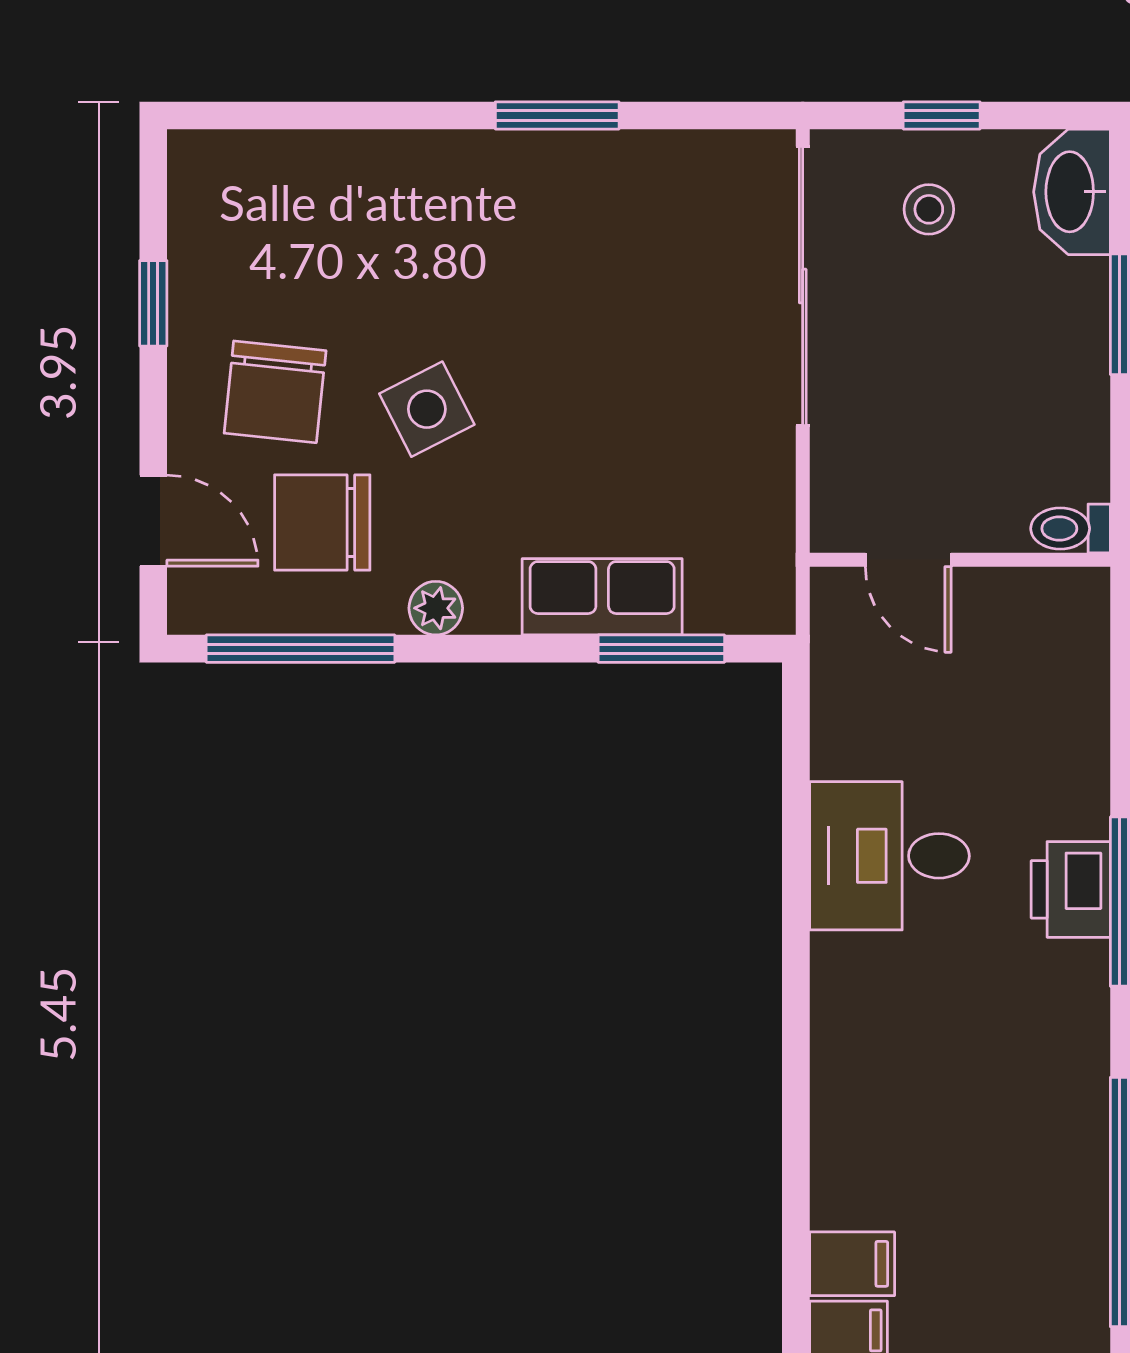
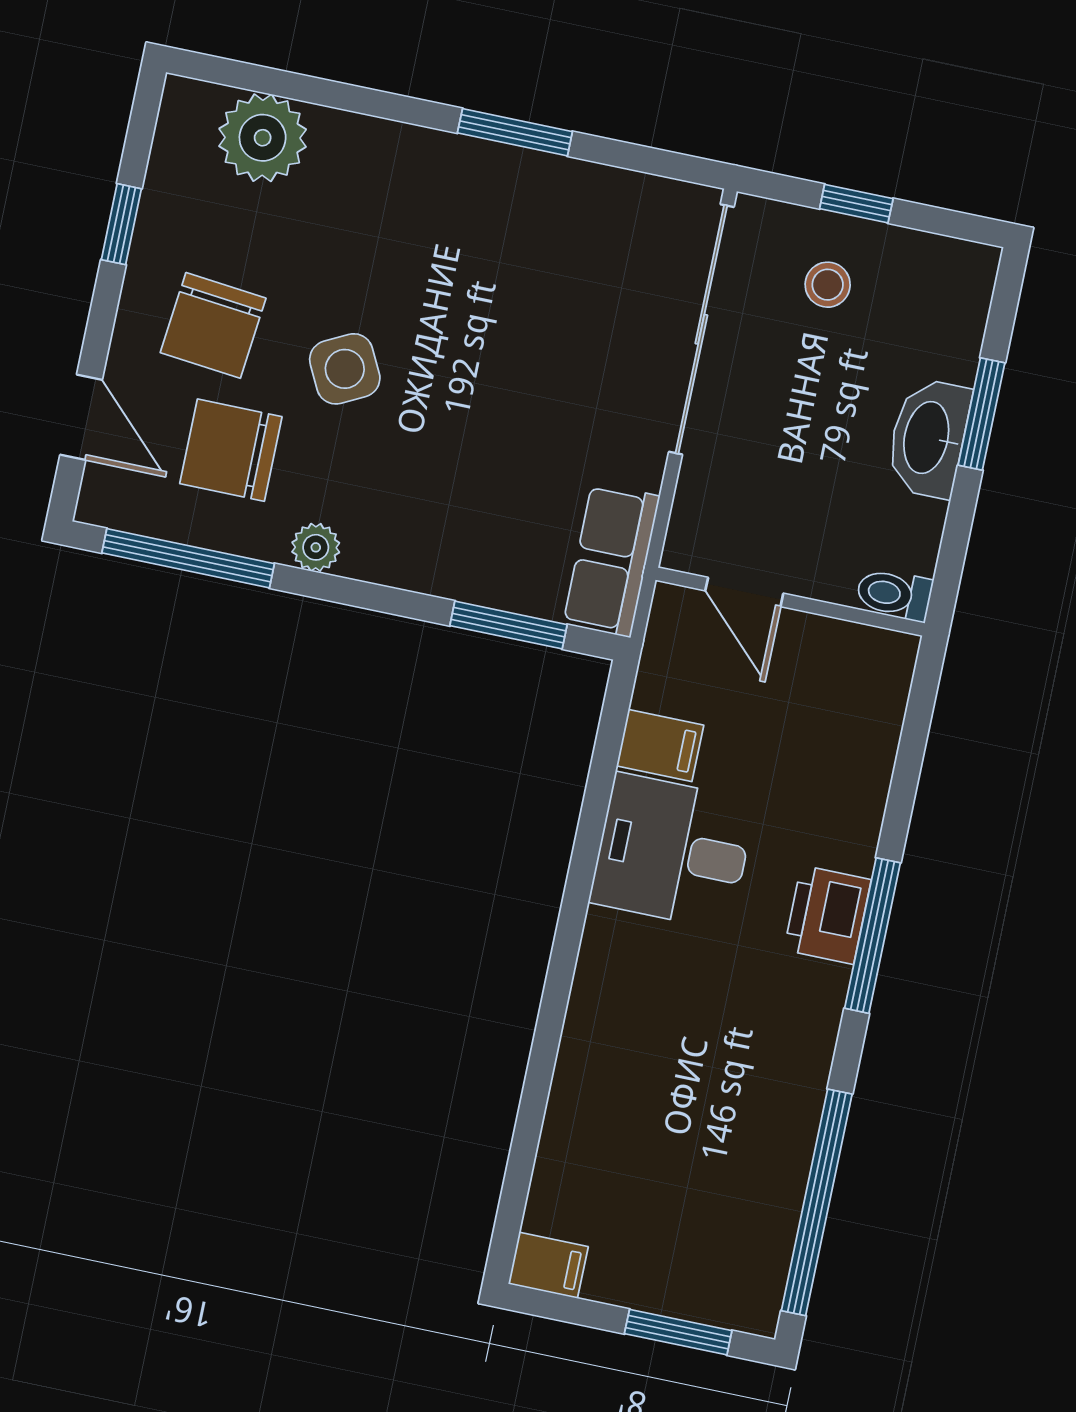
plant: (286, 178) -> (263, 138), added
washbasin: (1072, 192) -> (928, 438), moved
row of seats: (602, 597) -> (611, 560), moved, turned -90
filing cabinet: (852, 1264) -> (660, 746), moved

